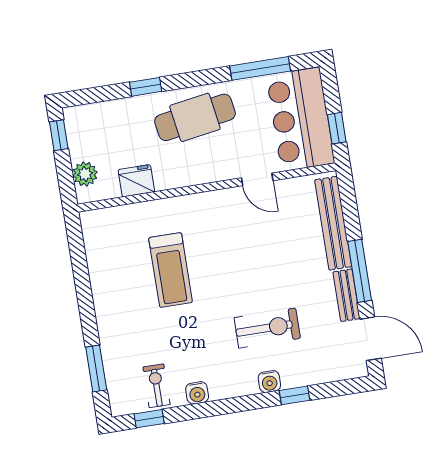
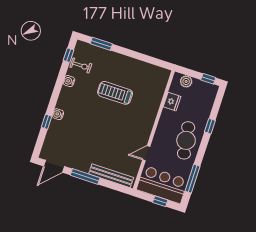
window: (337, 128) -> (160, 201), moved
treadmill: (171, 270) -> (115, 93), moved
bench: (346, 295) -> (78, 166), removed
exercise bike: (267, 328) -> (81, 125), removed

